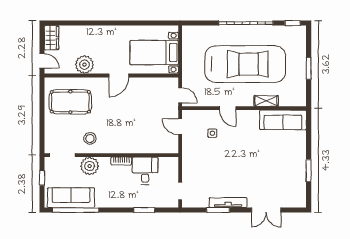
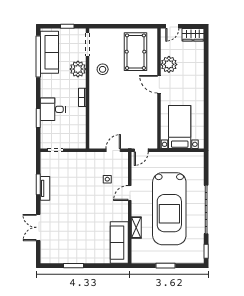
door: (119, 76) -> (159, 84), moved
desk: (145, 171) -> (53, 109), moved, turned 180
tv unit: (228, 203) -> (45, 188), width x0.71

